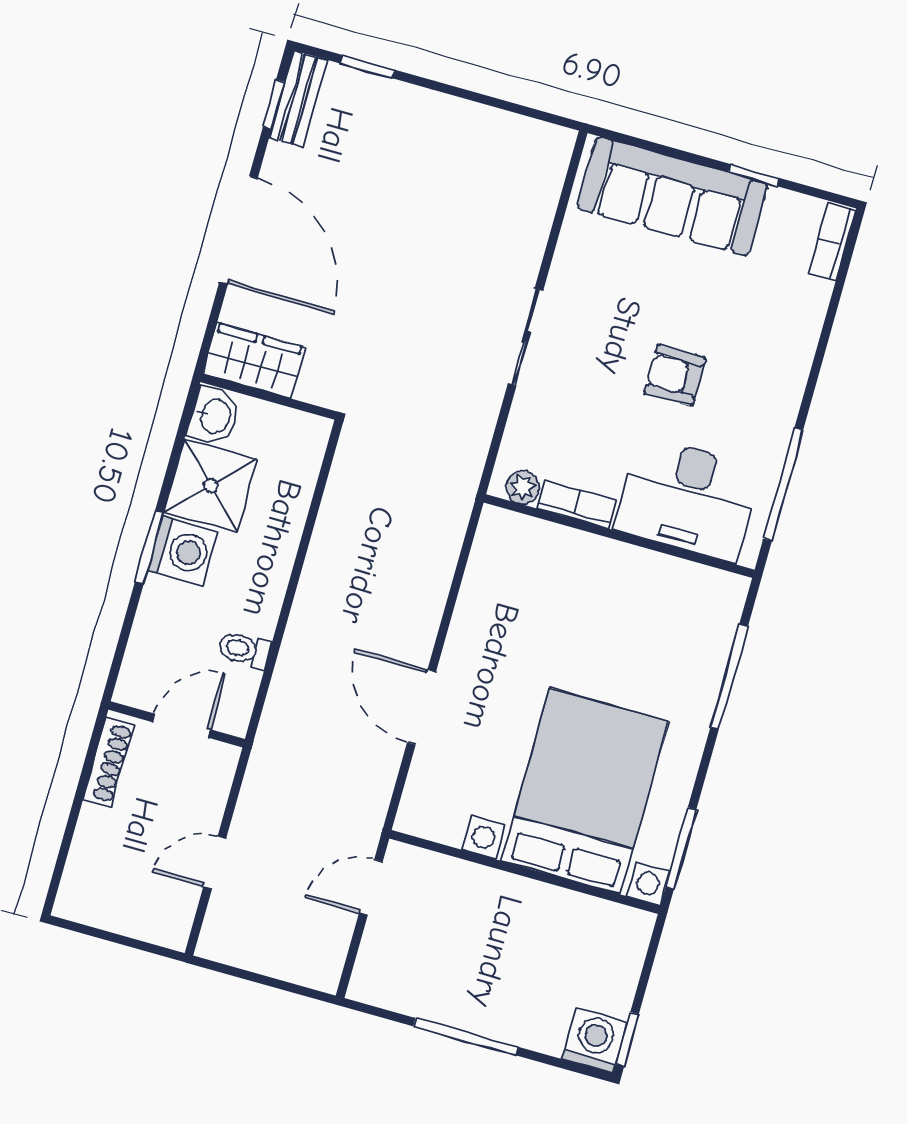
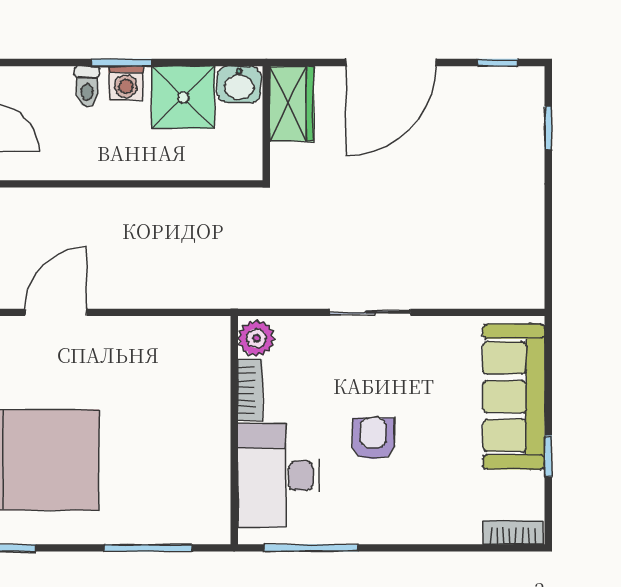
bench: (298, 99) -> (507, 80), removed
plant: (523, 487) -> (256, 338), width x1.38, depth x1.38
washing machine: (183, 551) -> (126, 83), width x0.73, depth x0.73
toilet: (244, 650) -> (87, 86), moved, turned 180

